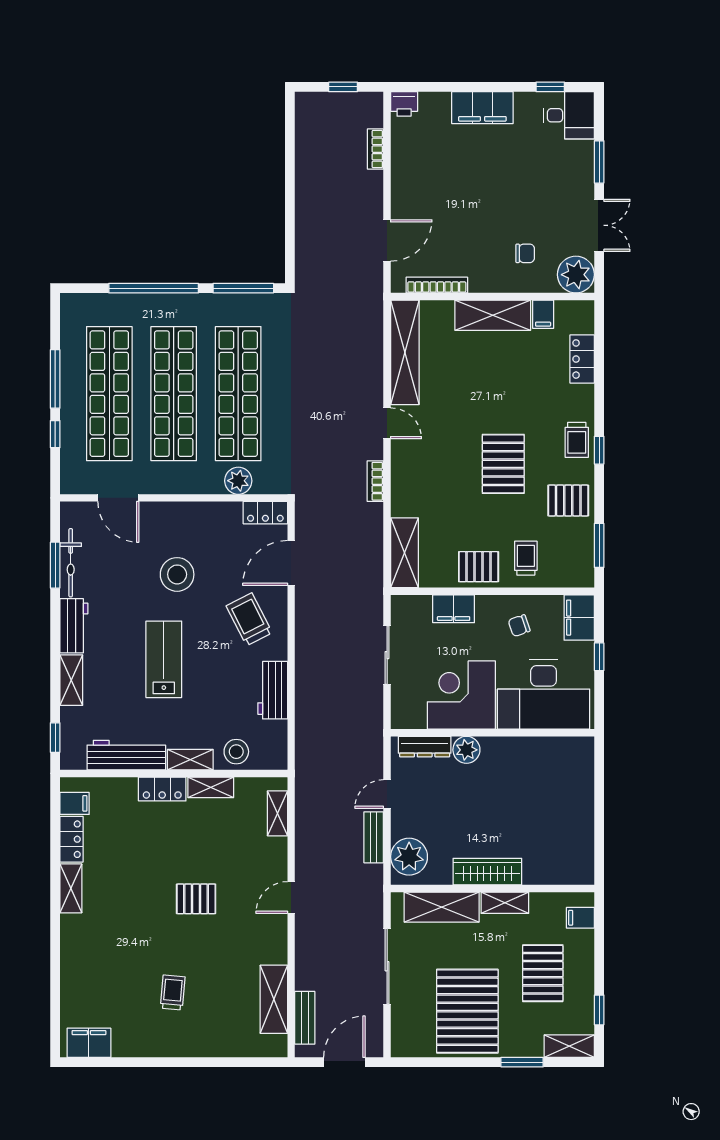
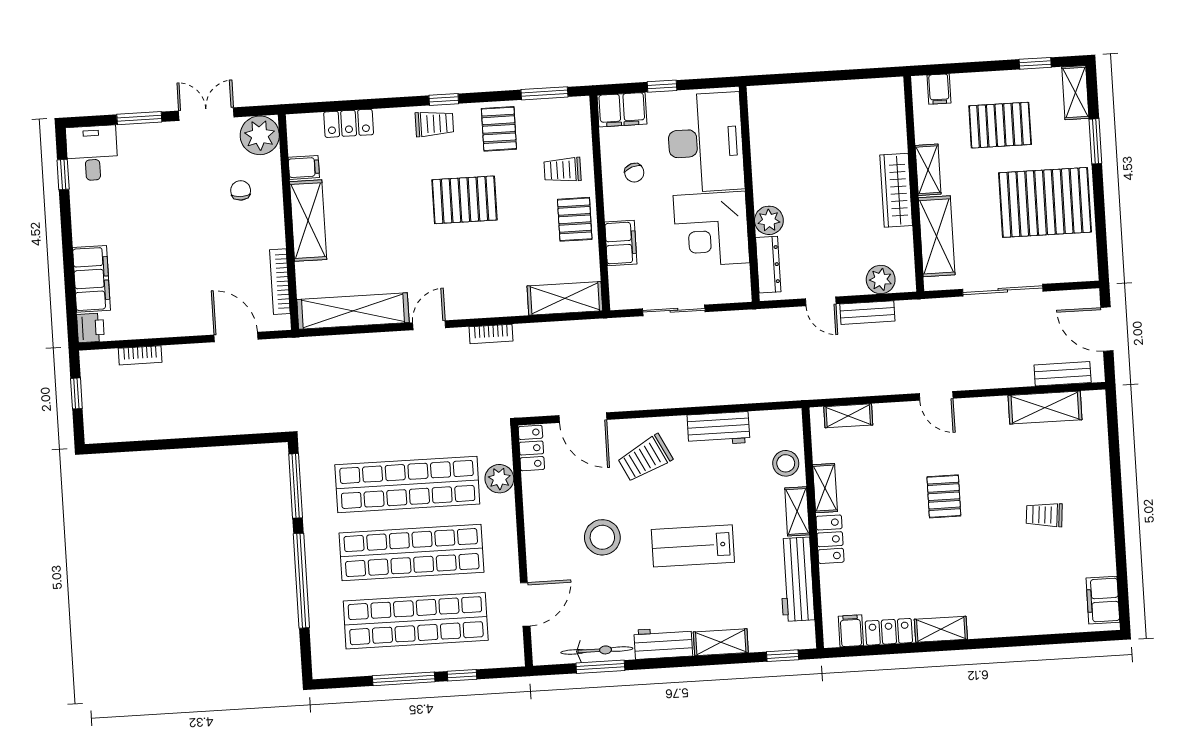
filing cabinet: (482, 108) -> (91, 279), moved
plant: (409, 857) -> (881, 280), width x0.73, depth x0.73

